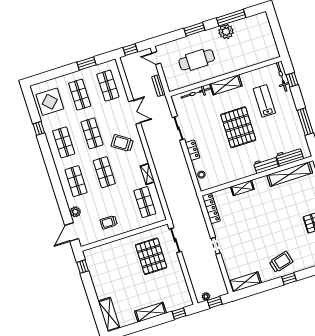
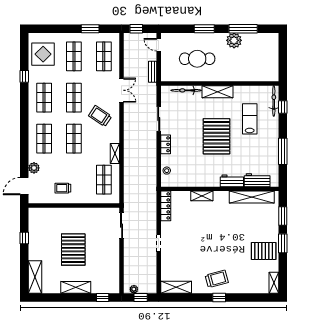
pallet: (151, 256) -> (73, 250), moved
window: (83, 267) -> (24, 238), moved

